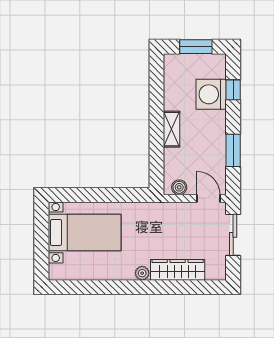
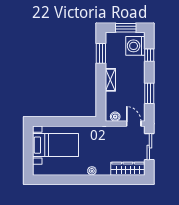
window: (156, 87) -> (101, 53), added
washing machine: (211, 94) -> (135, 46), moved
wardrobe: (178, 270) -> (128, 169), moved

